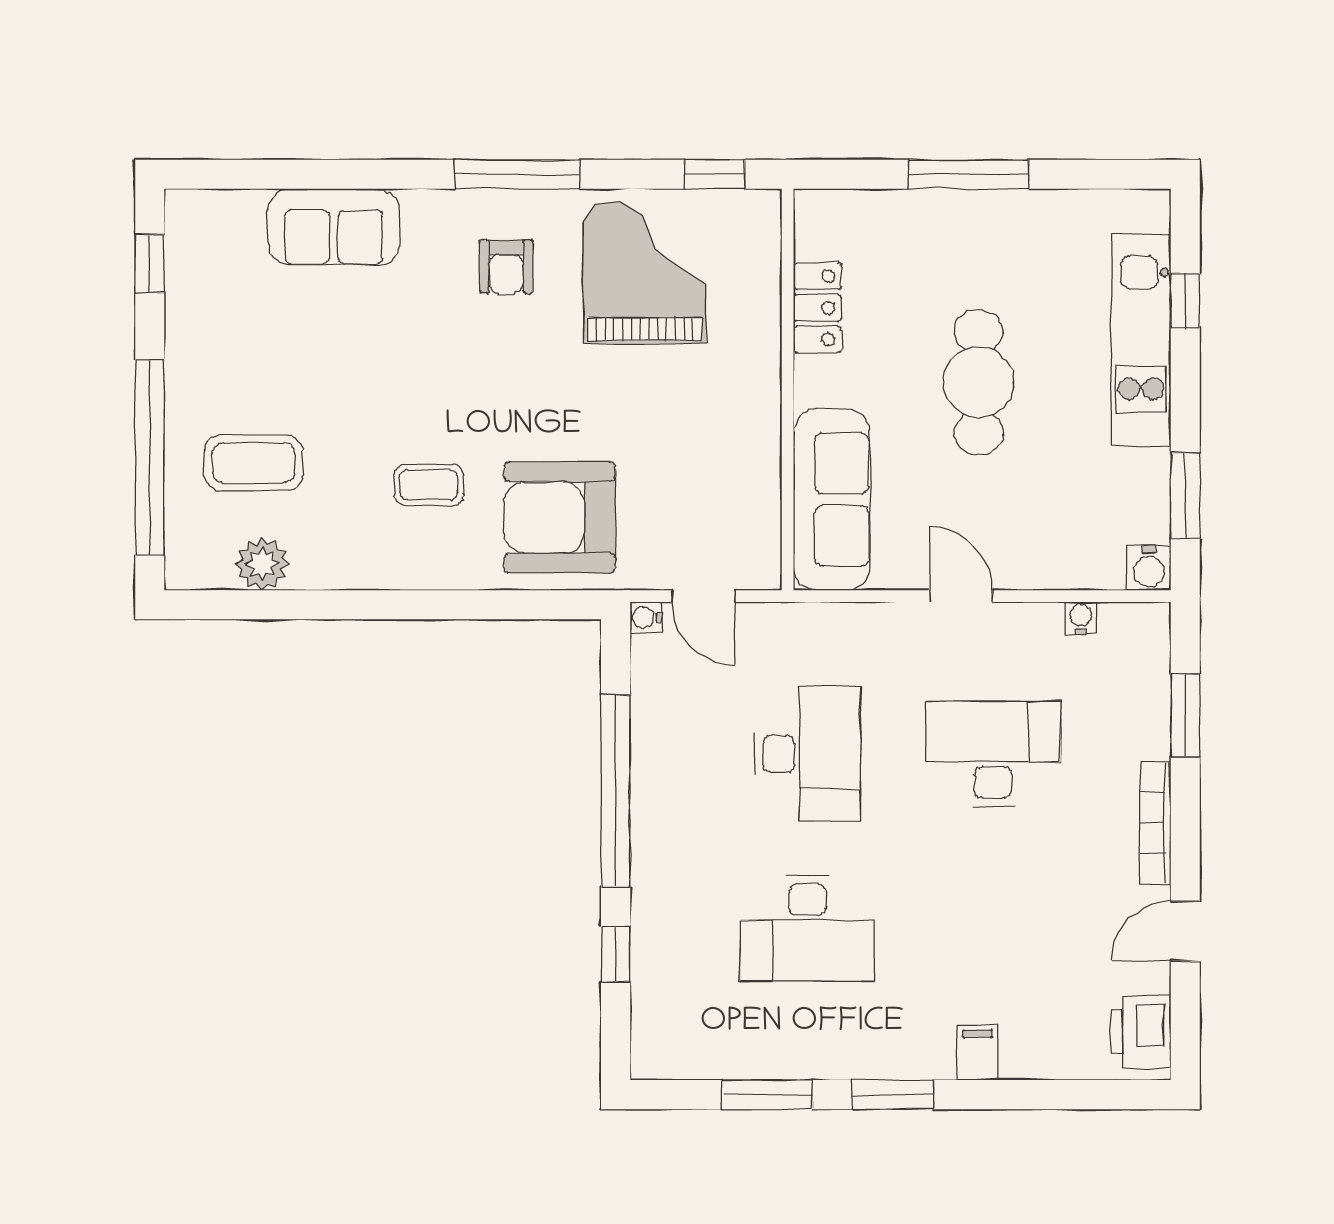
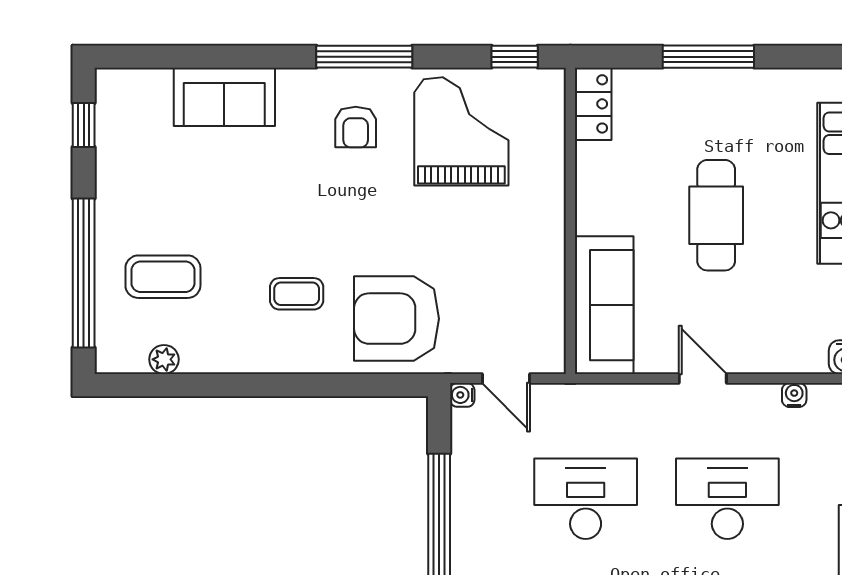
locker: (817, 308) -> (593, 104), moved
plant: (262, 564) -> (164, 359), width x0.73, depth x0.73
desk: (808, 754) -> (586, 499), turned -90

